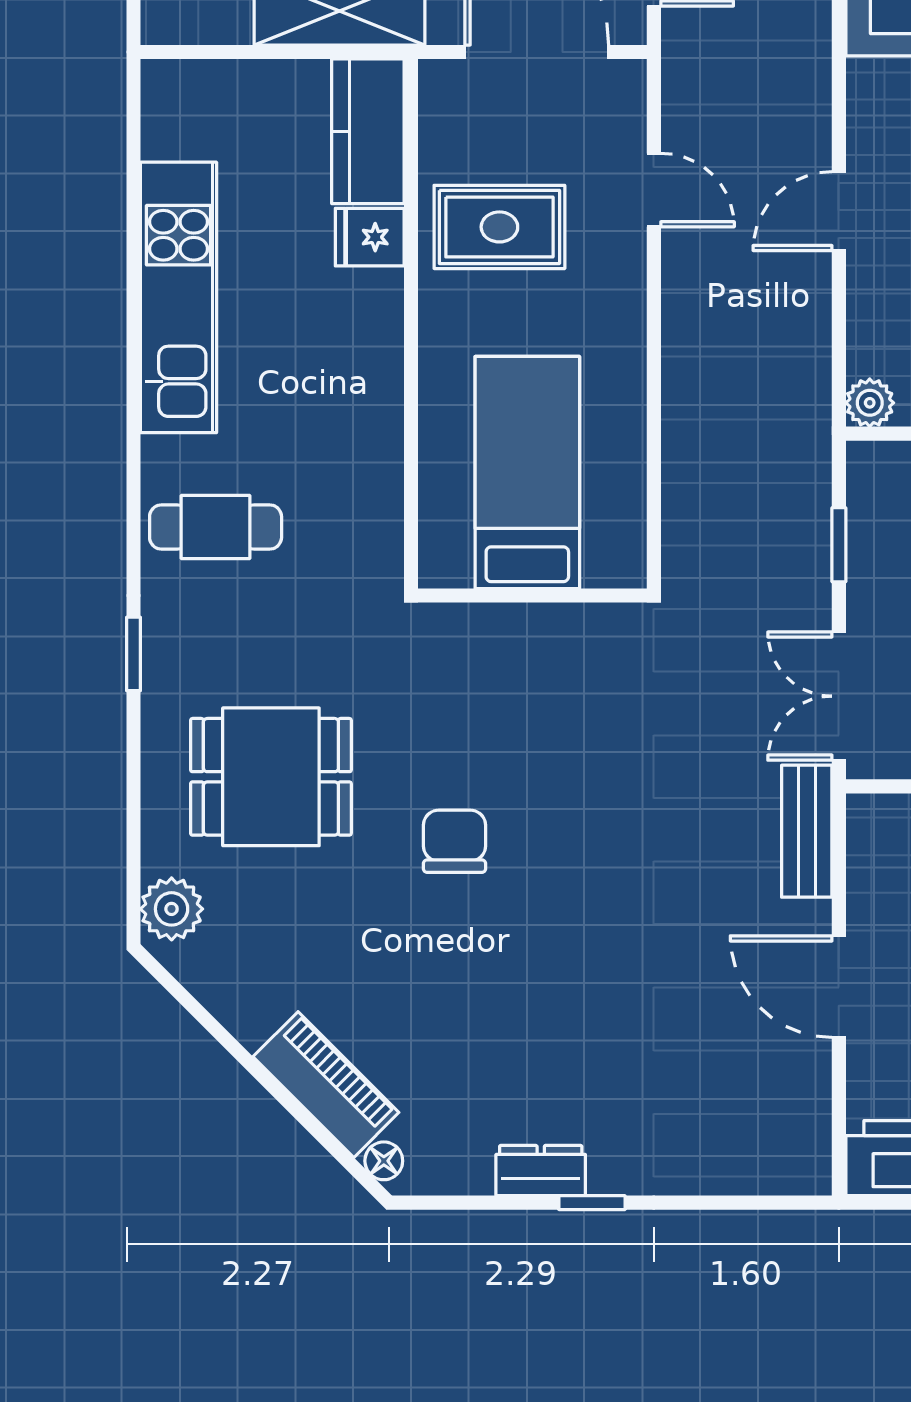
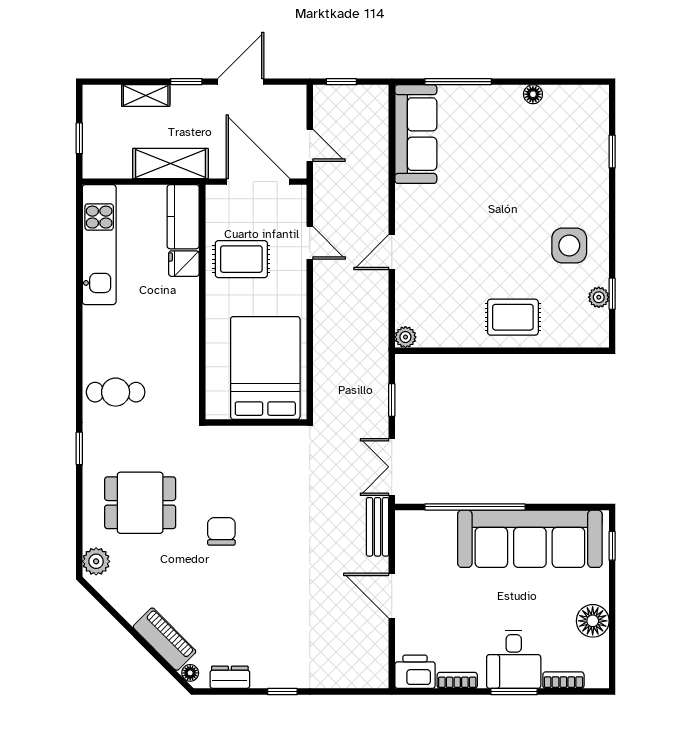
kitchen unit: (178, 297) -> (99, 245), moved
bed: (527, 473) -> (265, 368), width x1.50
dresser: (541, 1171) -> (230, 677), moved

